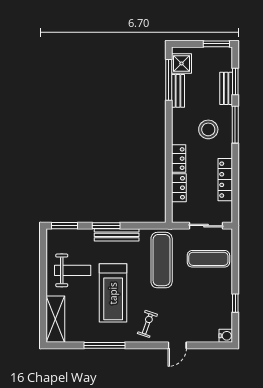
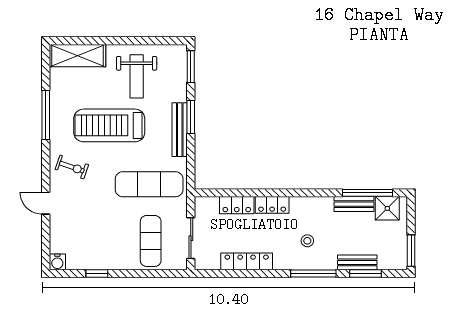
stool: (208, 129) -> (307, 241), width x0.53, depth x0.53

